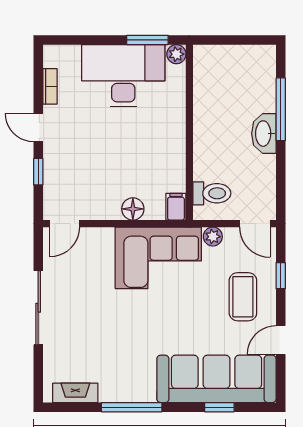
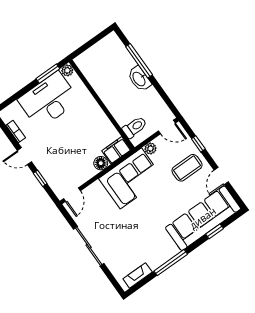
filing cabinet: (176, 207) -> (116, 150), width x2.00
coffee table: (243, 297) -> (187, 168), turned 90

